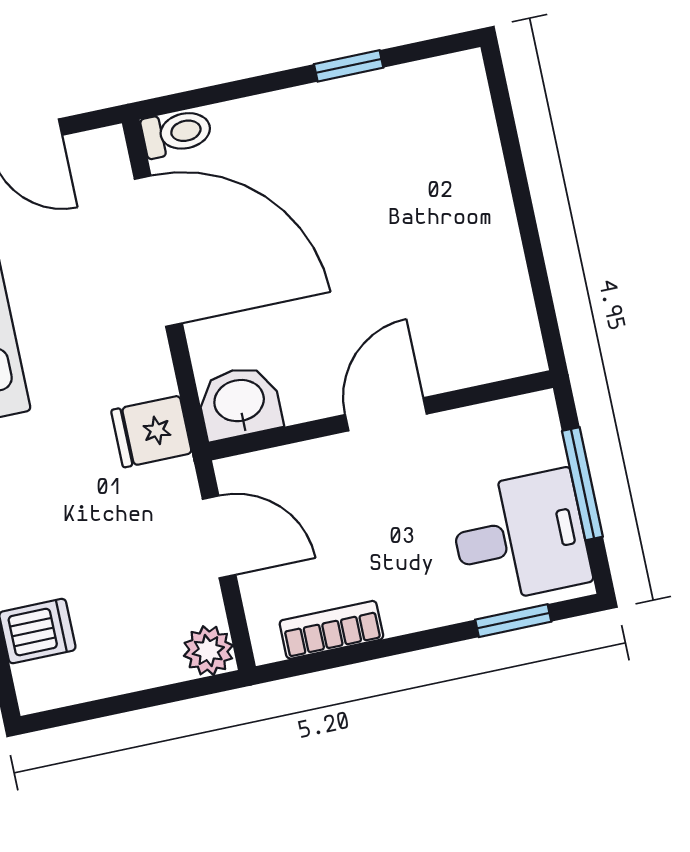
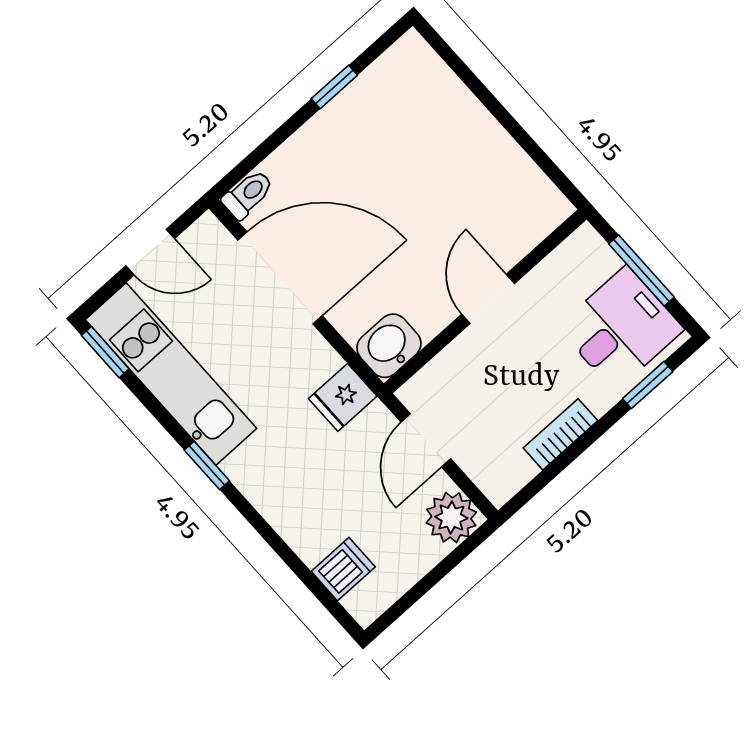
door: (219, 537) -> (426, 440), swing flipped
bookcase: (331, 630) -> (560, 434), moved
plant: (208, 651) -> (451, 517), width x1.38, depth x1.38

